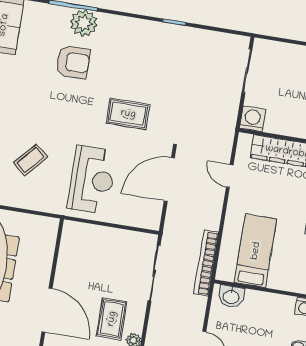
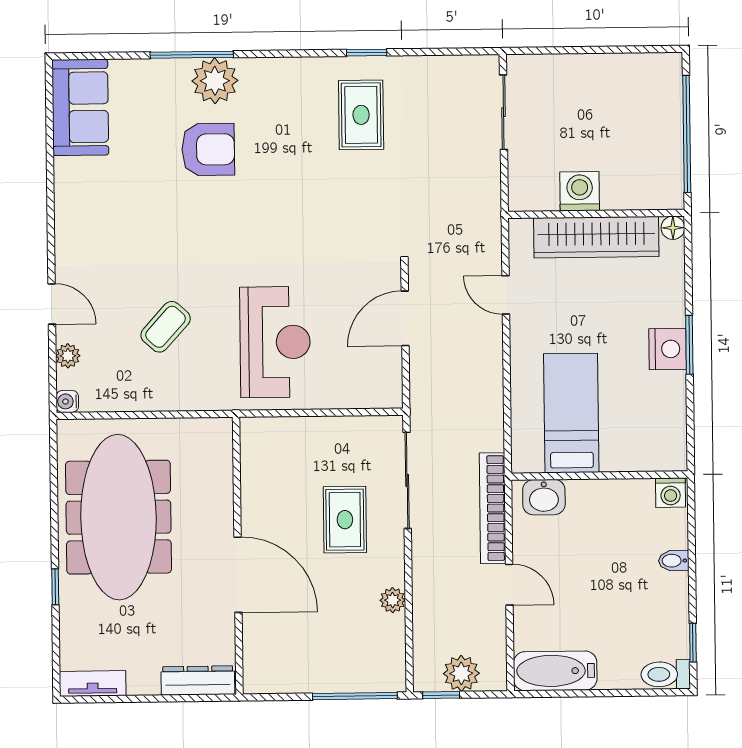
rug: (128, 114) -> (361, 115), moved, turned 90
washing machine: (253, 119) -> (580, 191), moved
door: (169, 179) -> (405, 318), width x0.73
bookcase: (206, 263) -> (493, 508), moved
rug: (112, 319) -> (345, 520), moved

